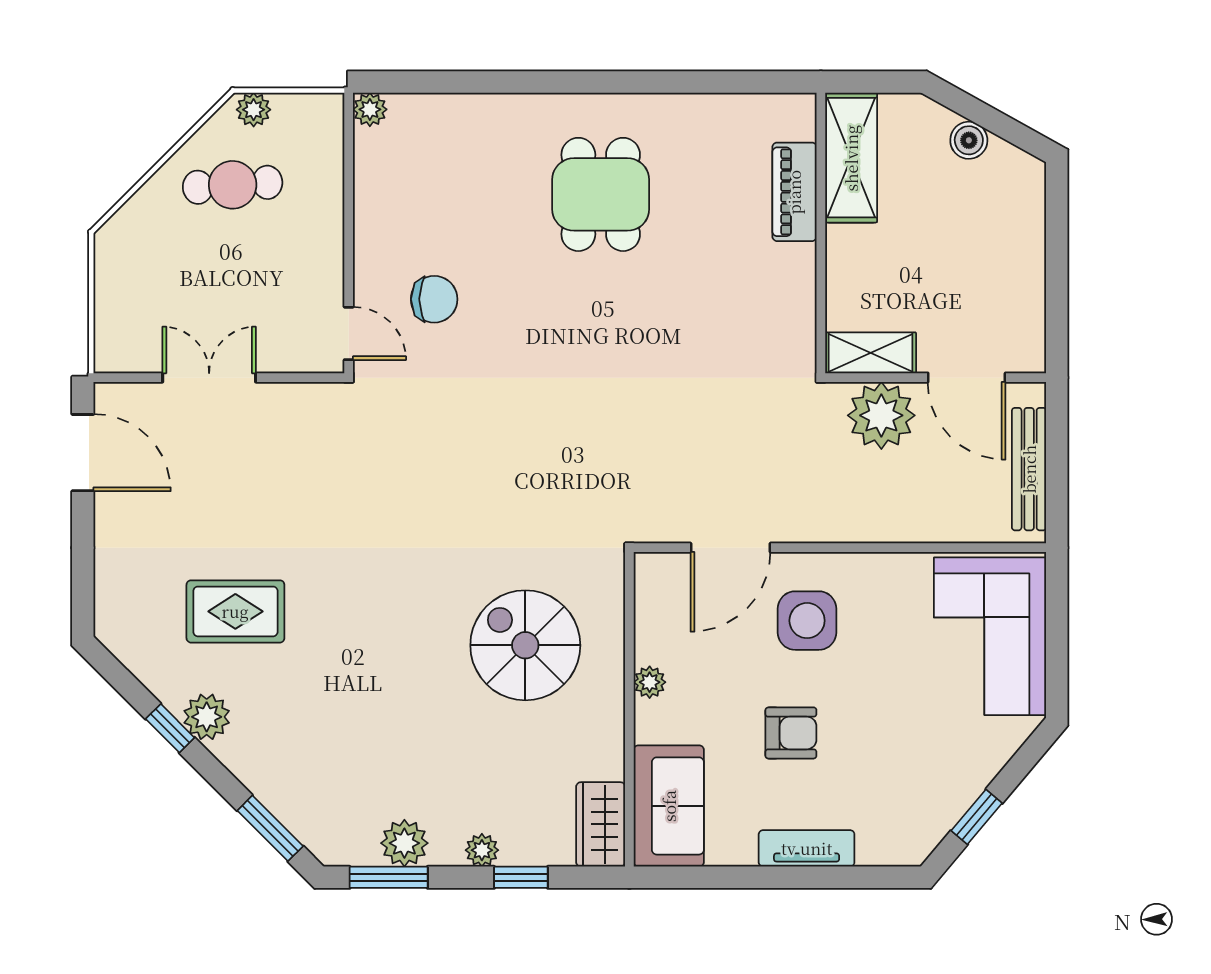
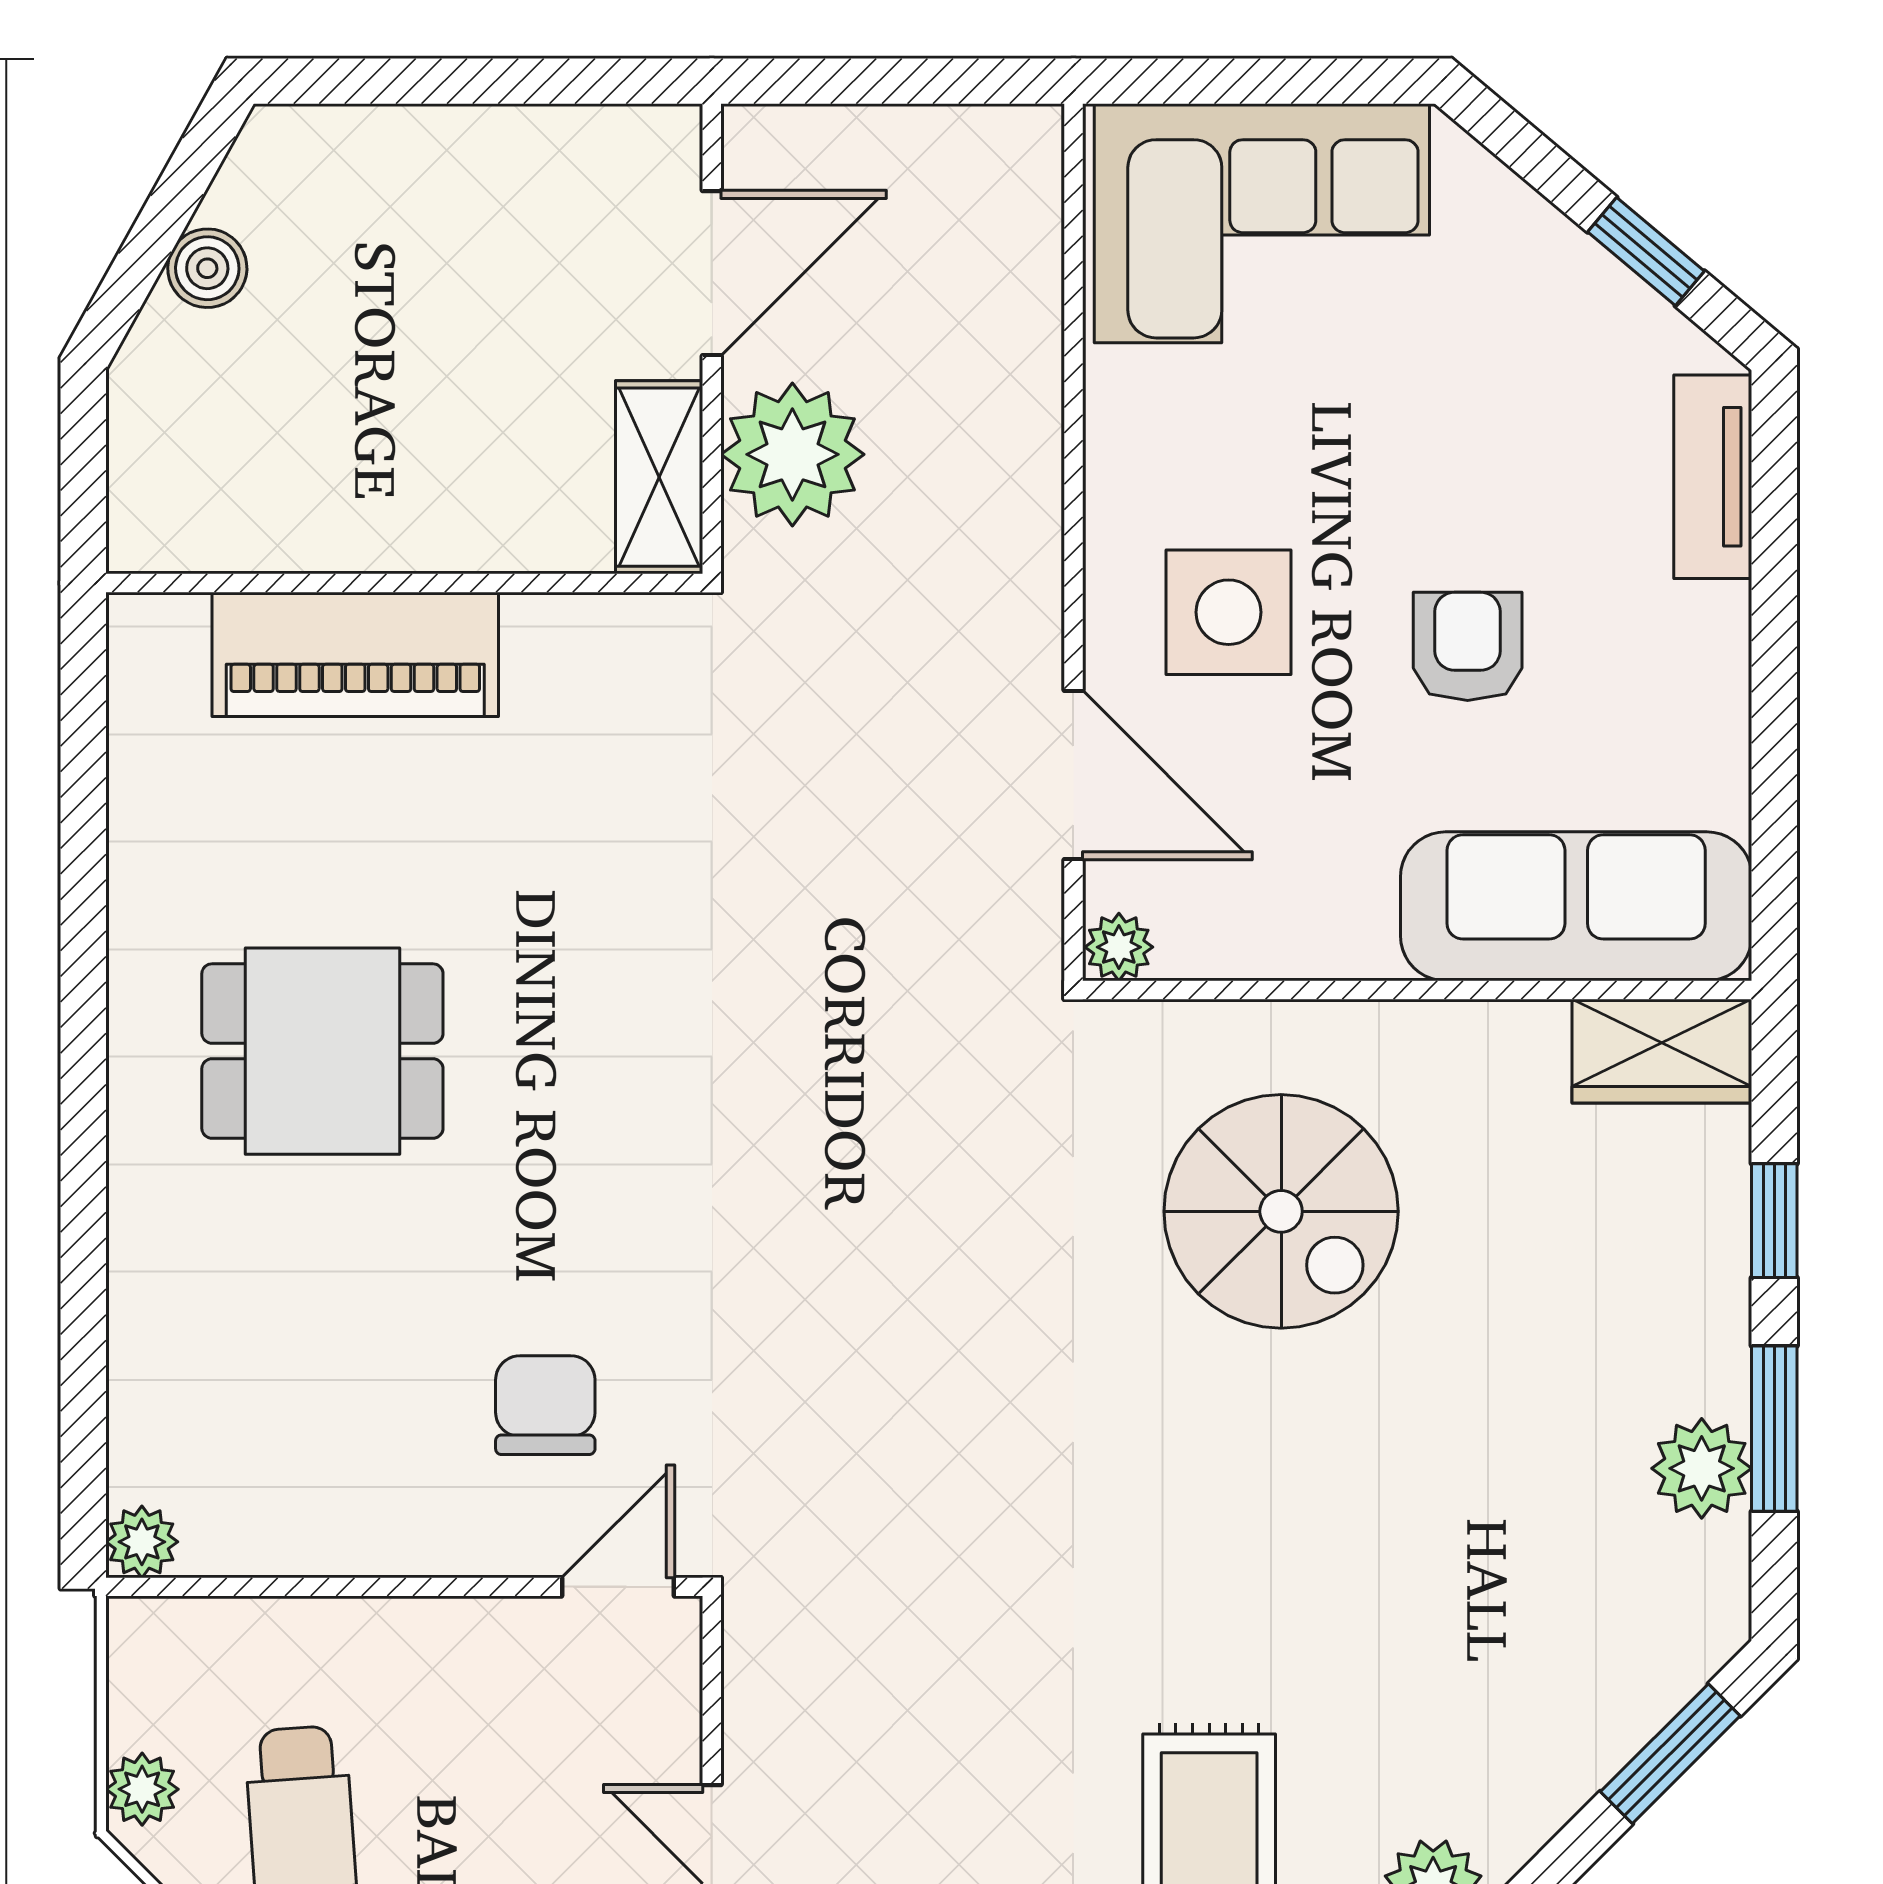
shelving: (851, 158) -> (244, 519), removed
piano: (794, 192) -> (355, 654), width x1.37, depth x1.33
bench: (1029, 469) -> (906, 140), removed
spiral stairs: (525, 645) -> (1281, 1211), turned -90
plant: (650, 682) -> (1119, 947), moved
sofa: (669, 806) -> (1576, 906), width x1.36
tv unit: (807, 848) -> (1713, 477), moved
plant: (482, 850) -> (1717, 1304), removed
window: (389, 877) -> (1774, 1429), moved

